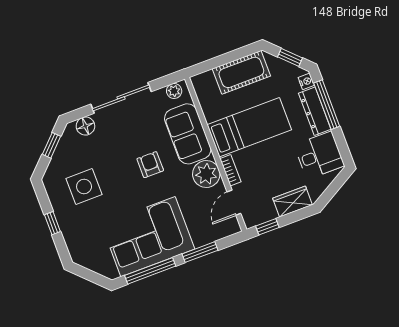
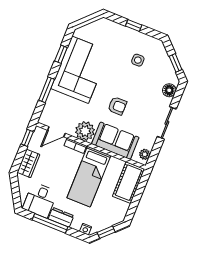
cot: (241, 72) -> (128, 183), moved
sliding door: (121, 98) -> (167, 123), width x0.73
window: (327, 105) -> (50, 223), moved
dresser: (315, 111) -> (61, 217), width x0.70
side table: (84, 187) -> (138, 60), width x0.54, depth x0.54
door: (234, 203) -> (56, 132), swing flipped
window: (150, 271) -> (61, 54), width x0.46

